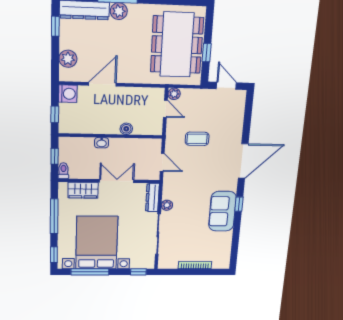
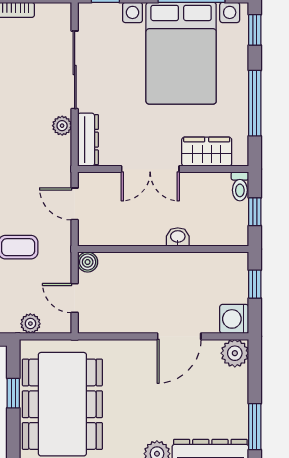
window: (55, 26) -> (255, 427), width x1.50
plant: (68, 59) -> (235, 353), moved
plant: (174, 94) -> (30, 324), moved
boiler: (126, 129) -> (88, 262), moved

